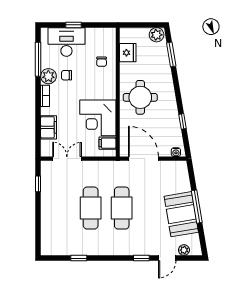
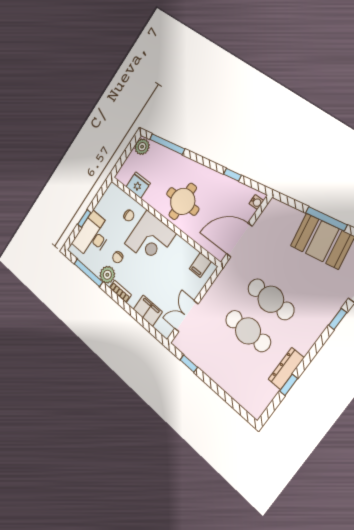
window: (171, 54) -> (167, 144), width x1.44
corner desk: (98, 118) -> (150, 239), moved
dresser: (87, 249) -> (286, 369), added

